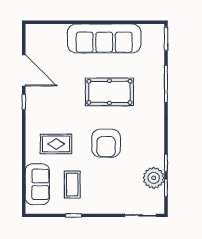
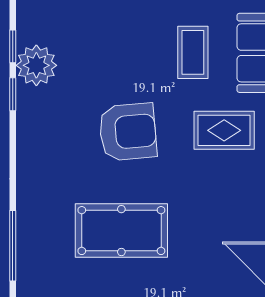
armchair: (106, 143) -> (128, 132), turned 85

